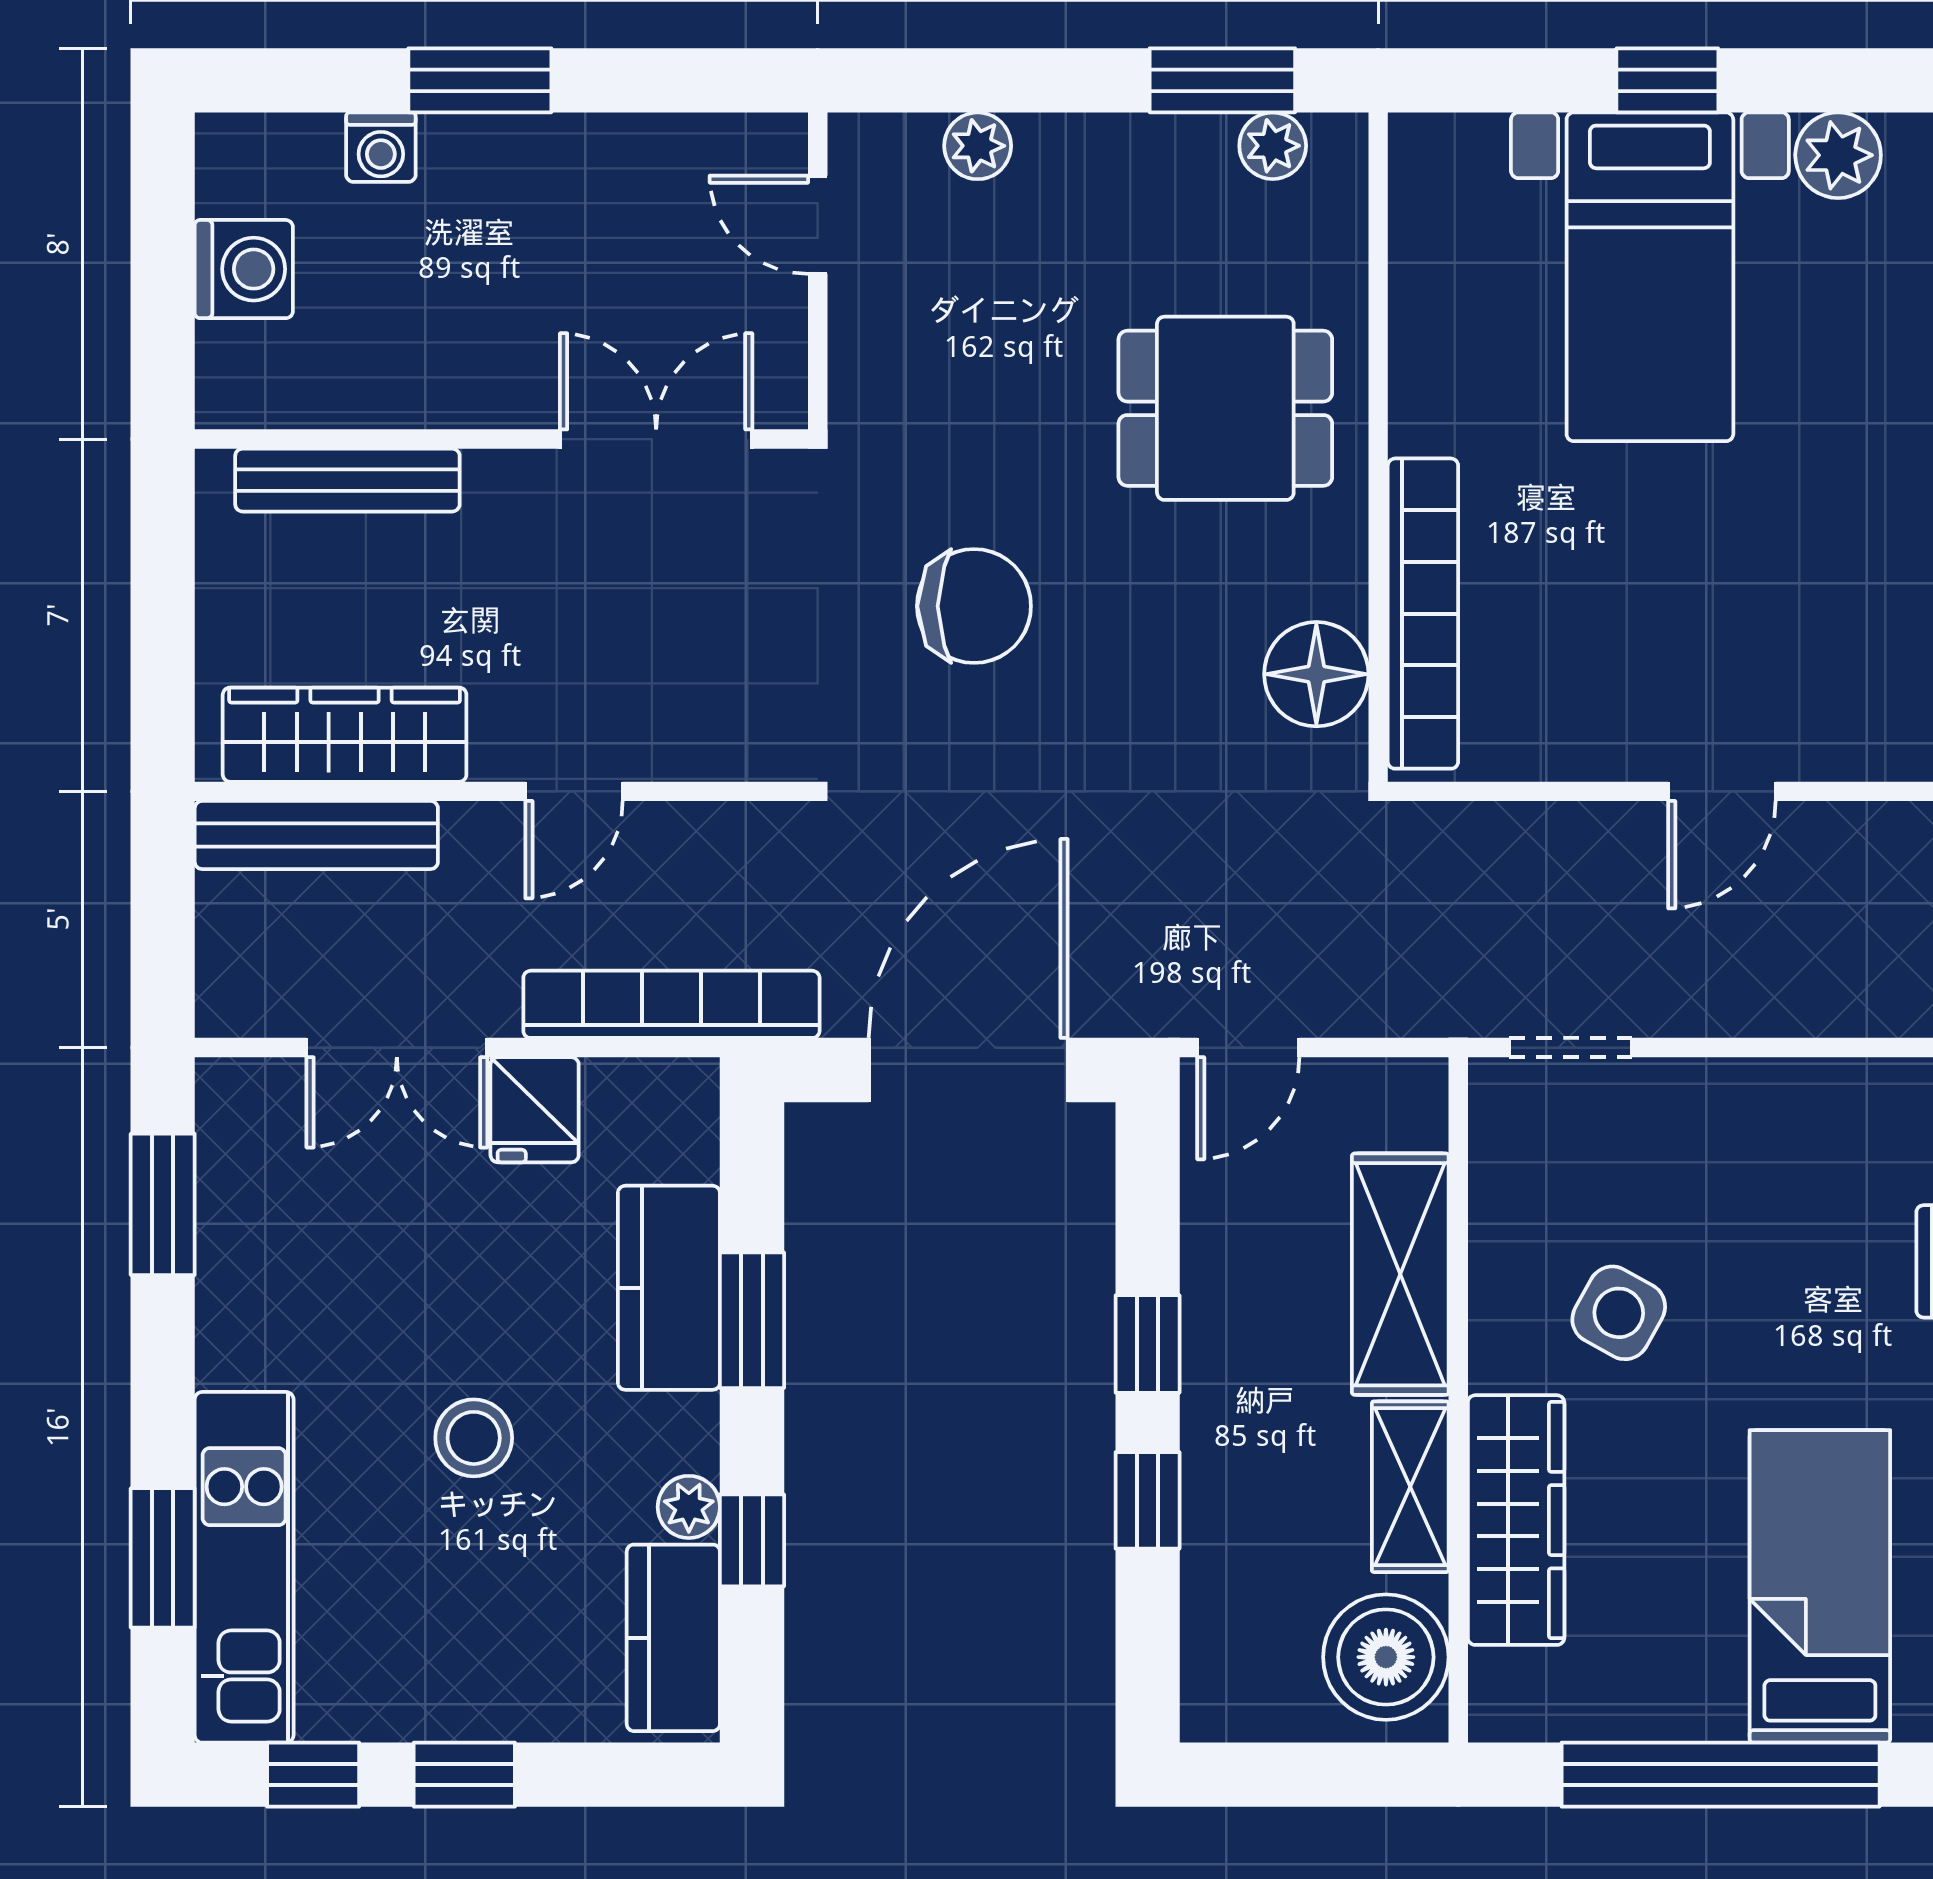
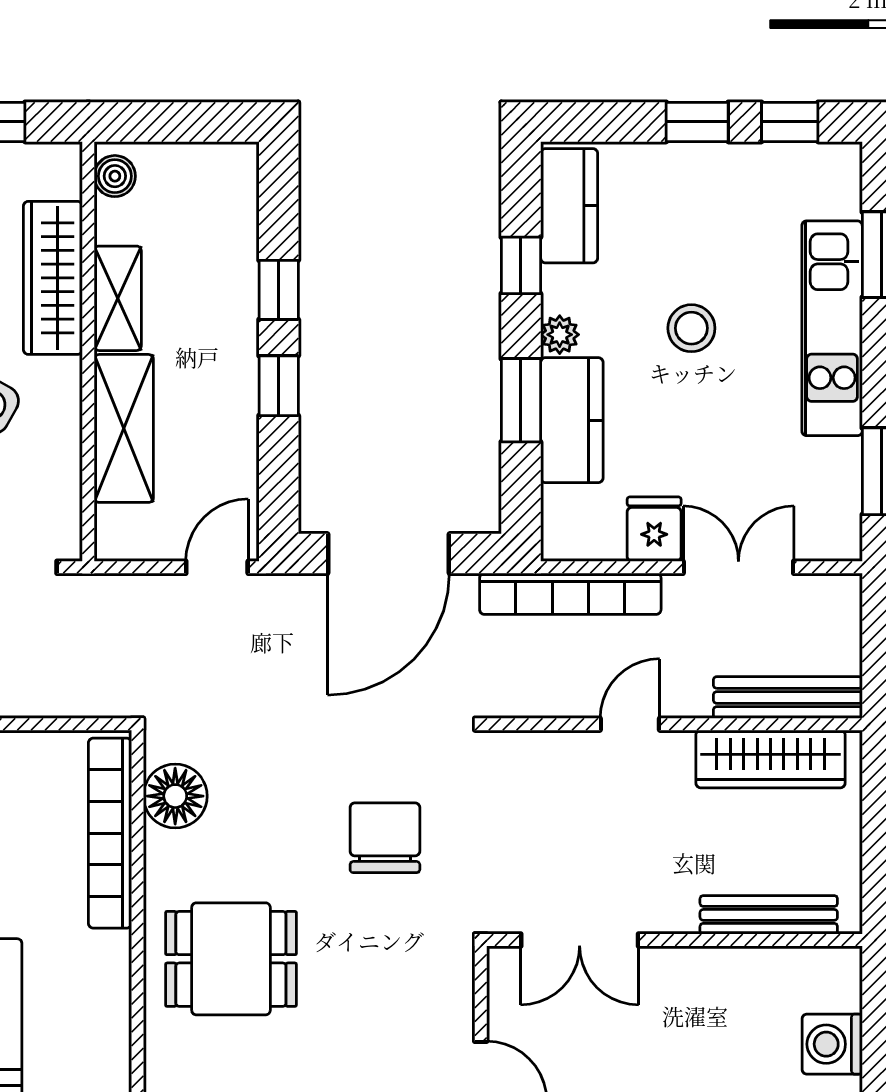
chair: (974, 606) -> (385, 838), turned 90
plant: (689, 1507) -> (560, 335), moved
kitchen unit: (244, 1567) -> (832, 328), moved
boiler: (1386, 1657) -> (115, 176), width x0.54, depth x0.54

